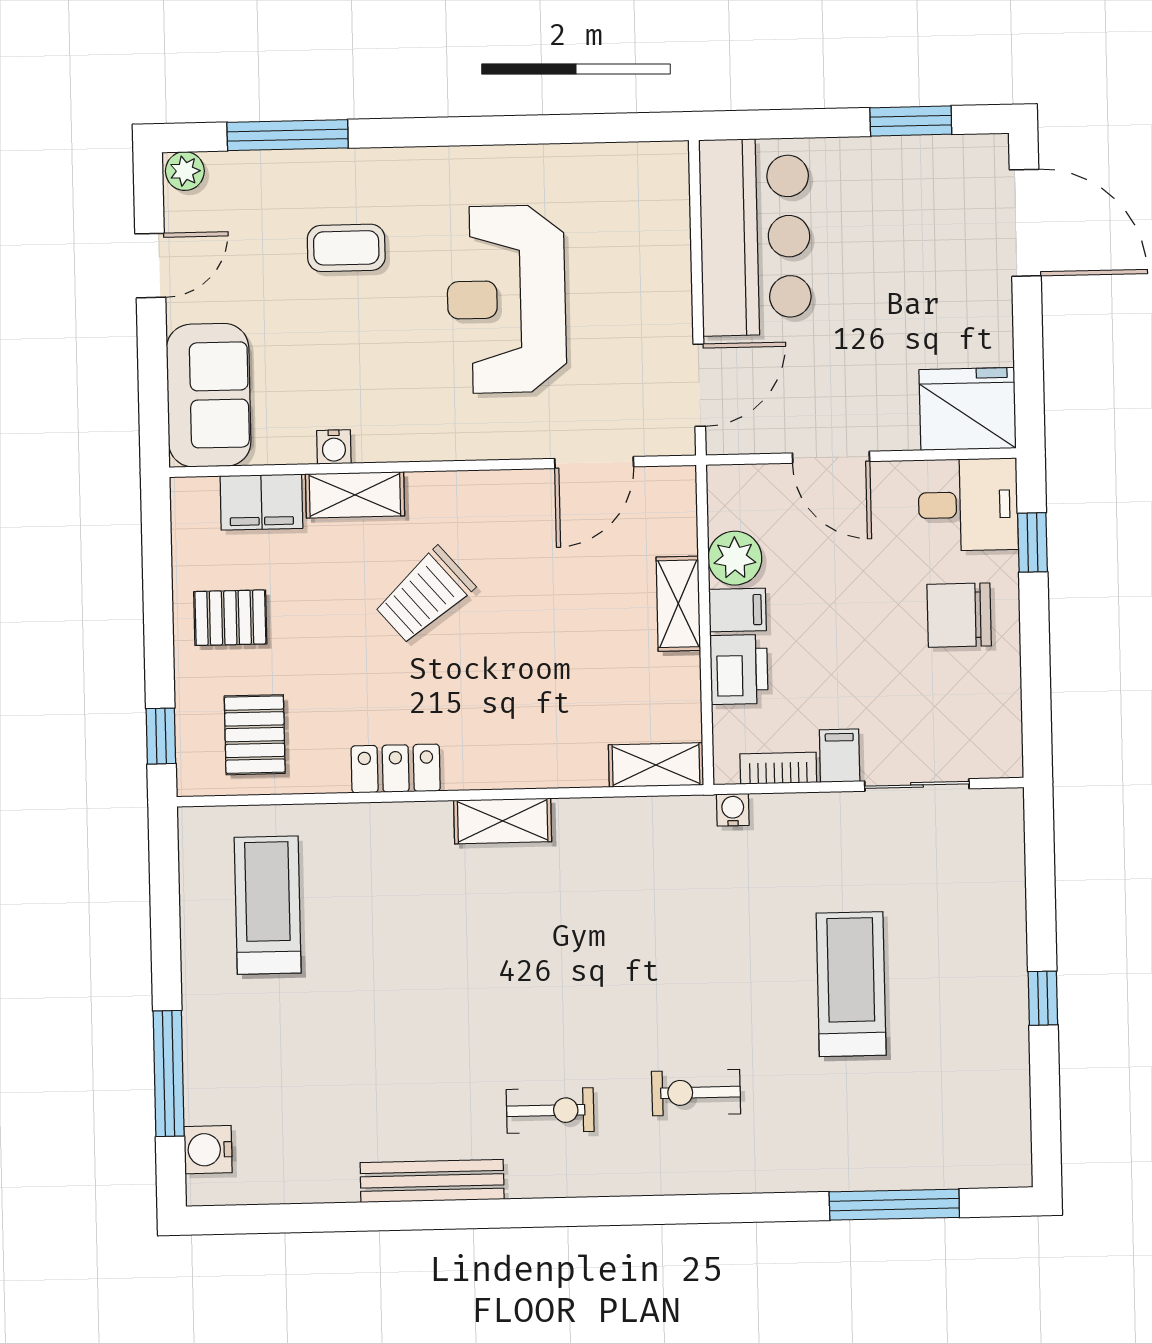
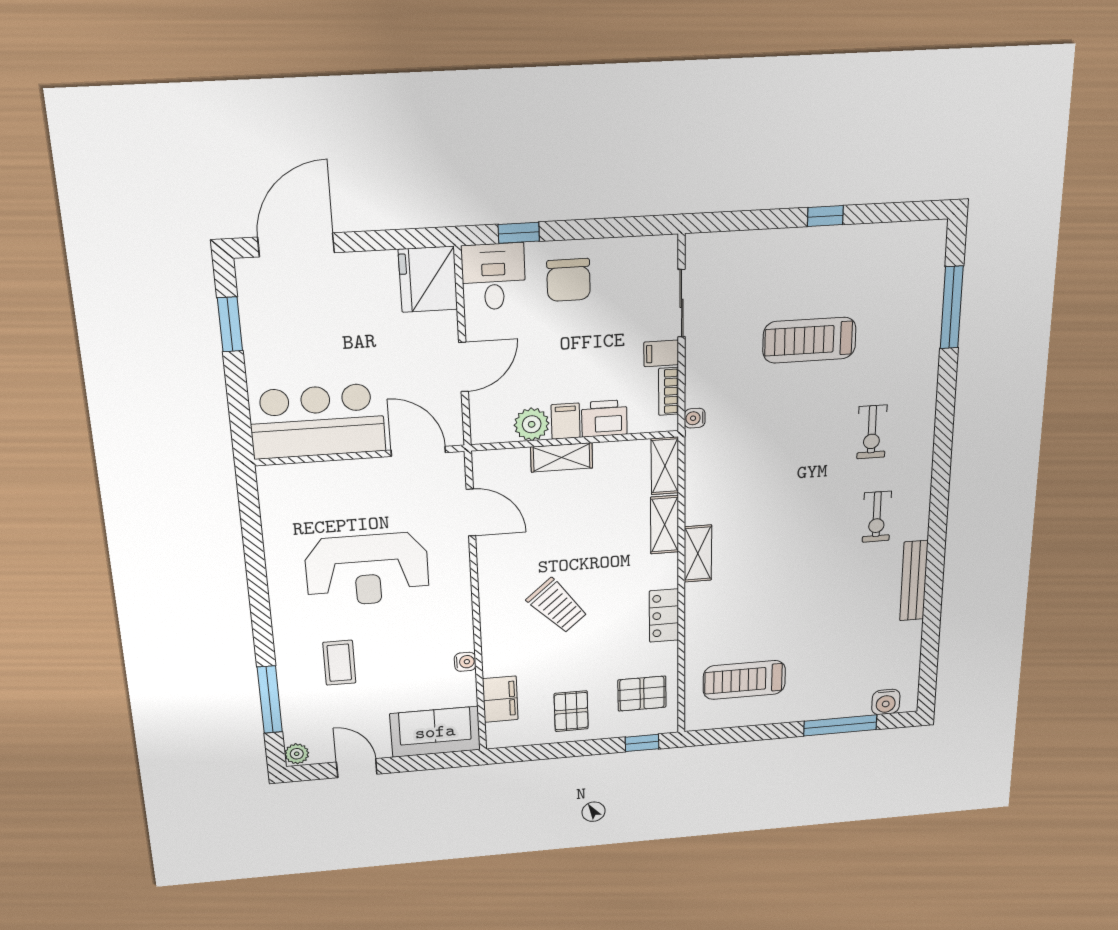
shelving: (355, 495) -> (665, 525), moved
exercise bike: (550, 1110) -> (877, 517), turned 180

